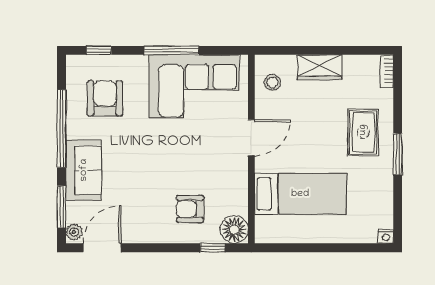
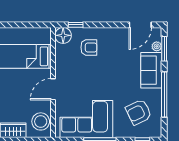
stool: (272, 82) -> (41, 121), width x1.89, depth x1.89
armchair: (105, 98) -> (139, 112), turned 64
plant: (74, 232) -> (157, 46), moved

